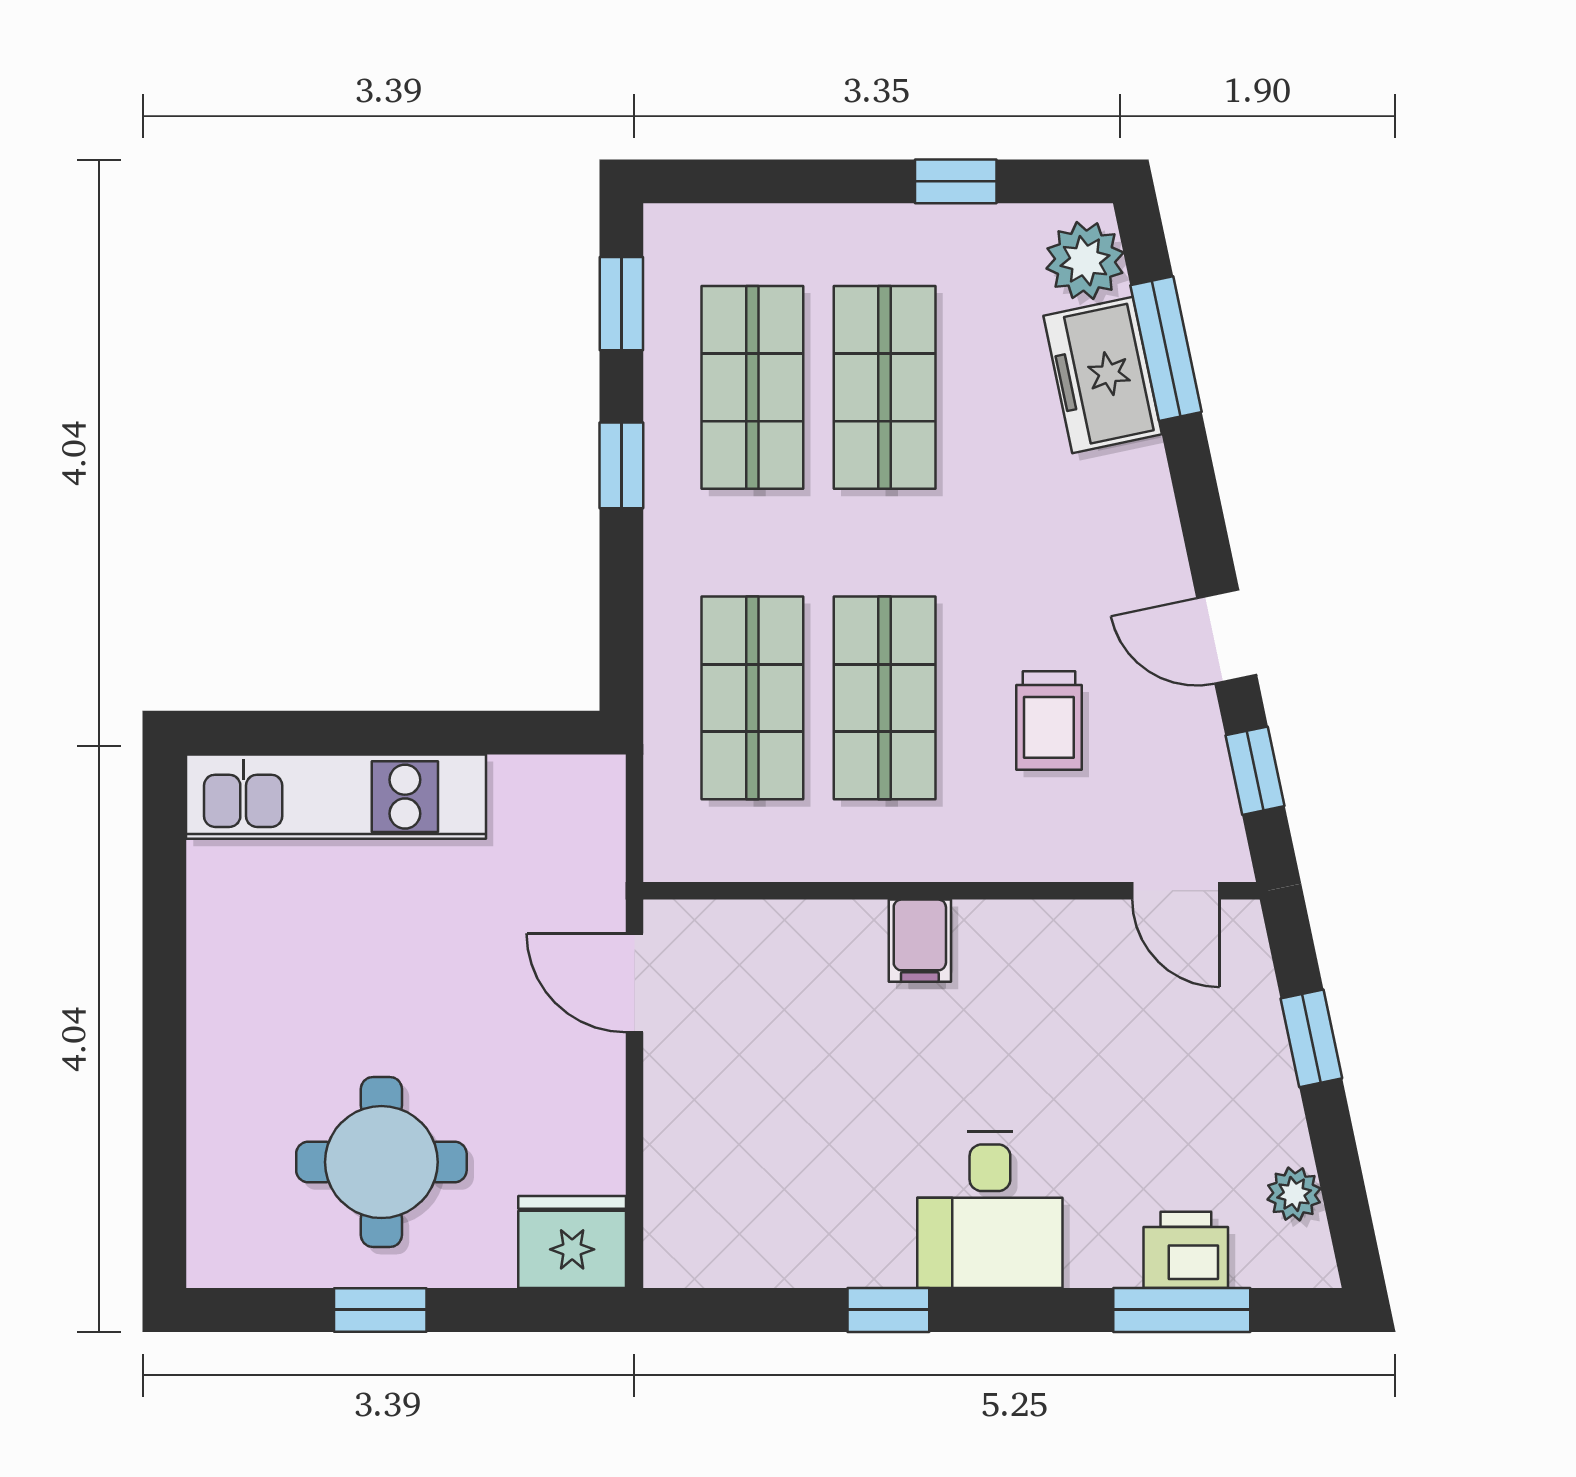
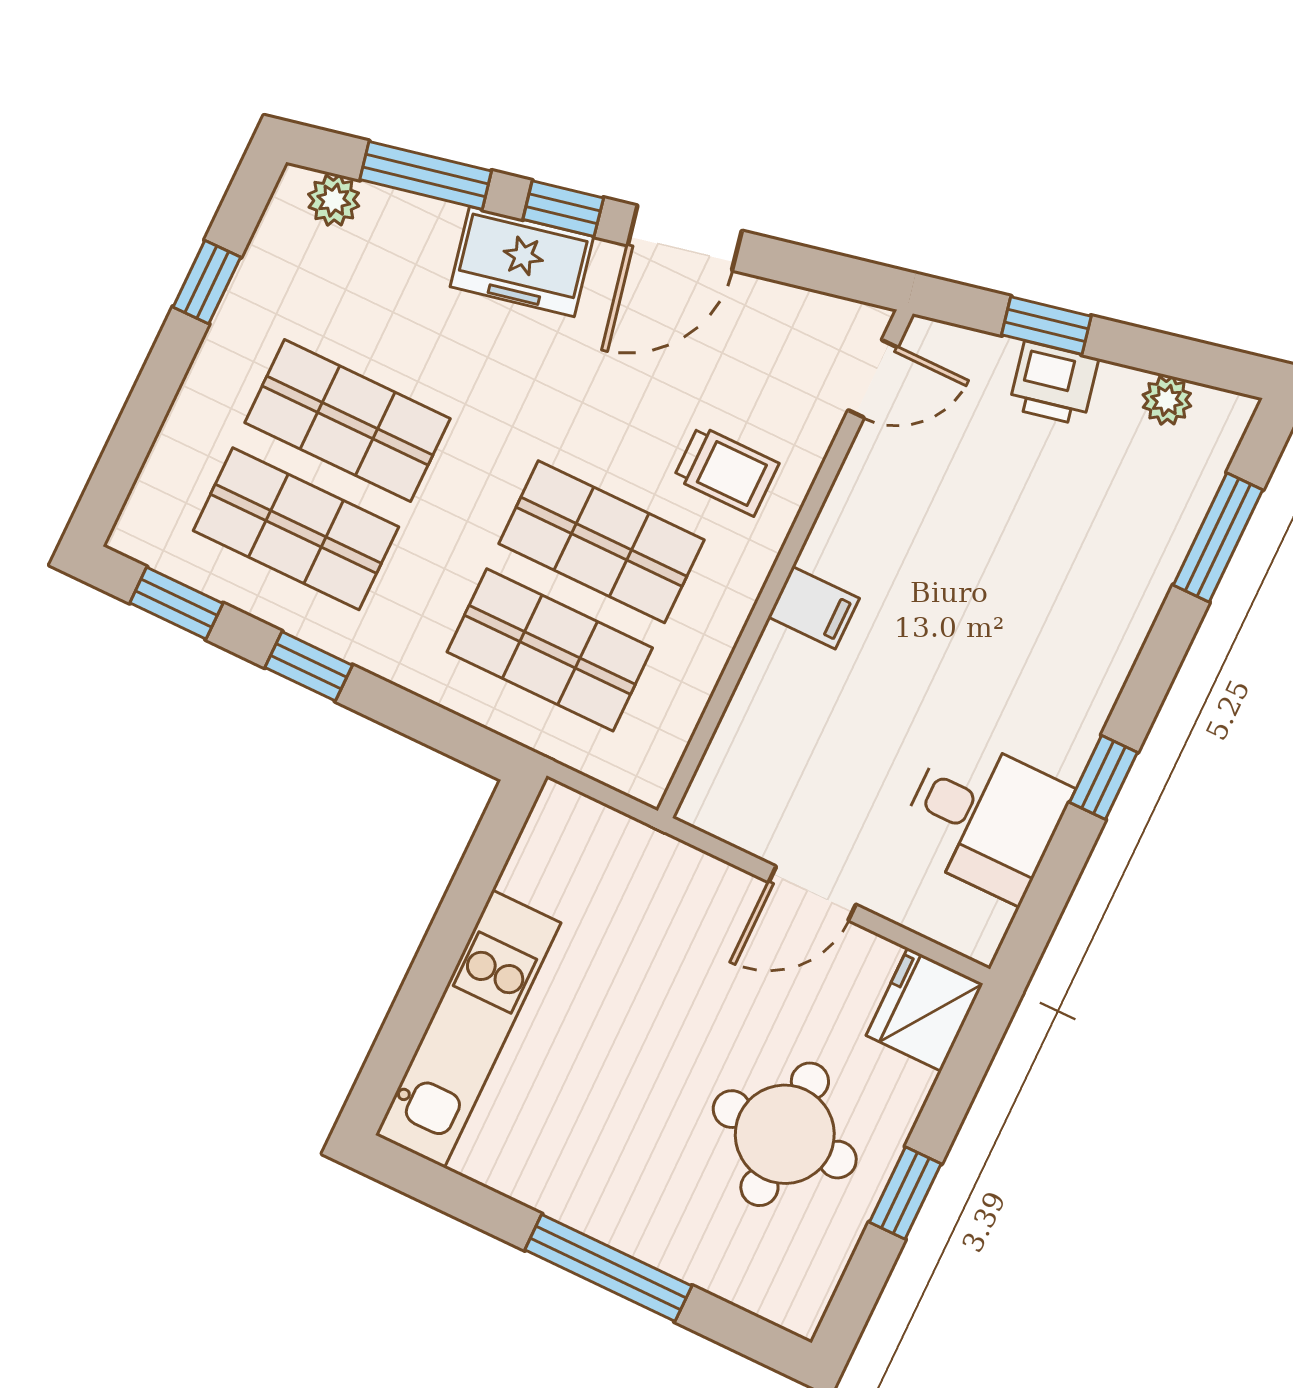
plant: (1085, 261) -> (334, 200), width x0.73, depth x0.73
freezer: (1103, 375) -> (522, 262), moved
door: (1227, 637) -> (685, 238), width x1.38
trolley: (1049, 720) -> (726, 471), moved
window: (1255, 771) -> (563, 209), moved
door: (634, 983) -> (812, 893), moved
window: (164, 1050) -> (608, 1268), added
desk: (990, 1210) -> (984, 818), moved
printer: (1186, 1250) -> (1054, 383), moved, turned -102

